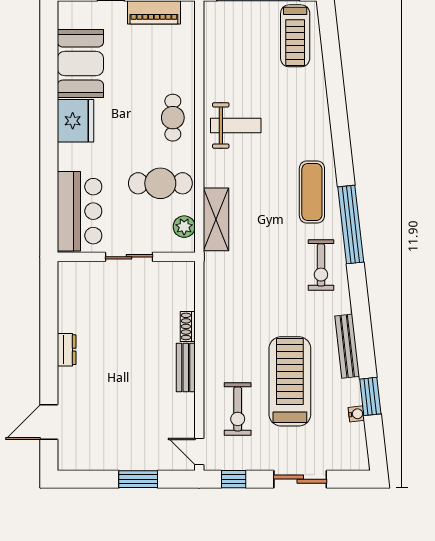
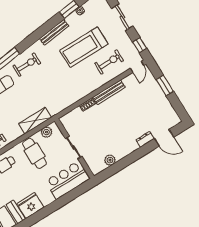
plant: (68, 306) -> (110, 160), added
dresser: (67, 350) -> (145, 139), moved
bench: (186, 367) -> (109, 92), width x1.36

